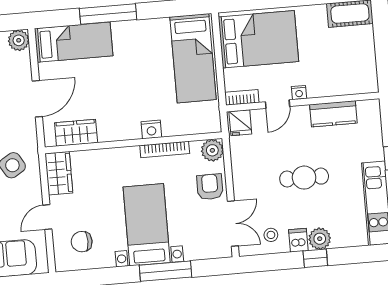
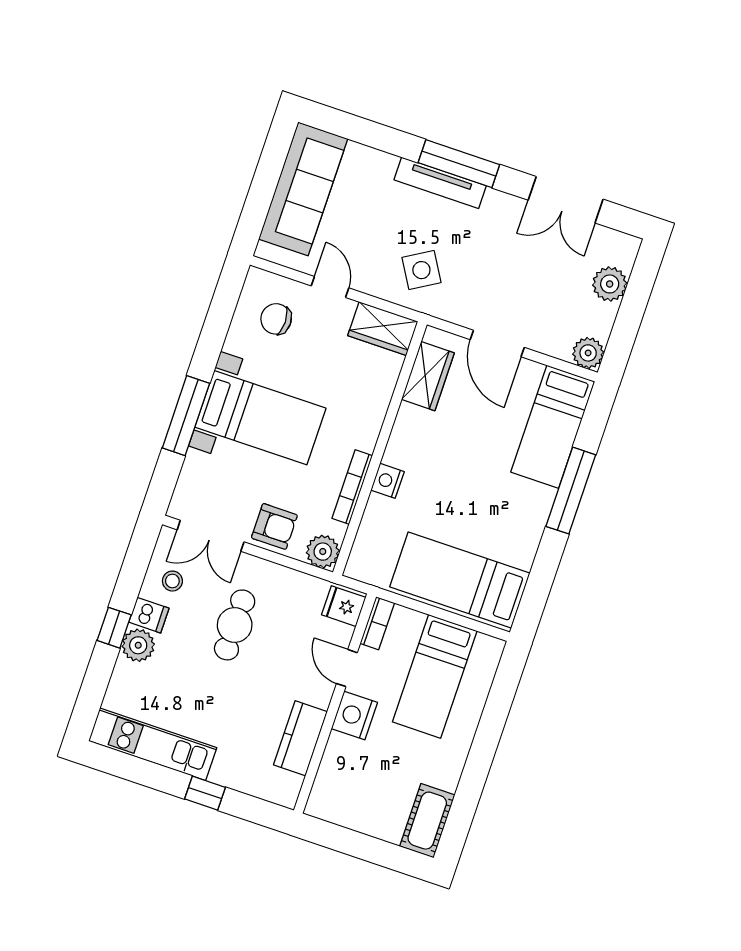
bed: (258, 39) -> (435, 676), width x0.67
nightstand: (299, 93) -> (354, 715), width x1.89, depth x1.79
cafe table: (304, 178) -> (235, 625), moved
chair: (82, 242) -> (276, 319), turned -90

